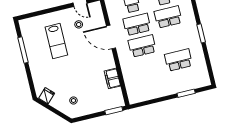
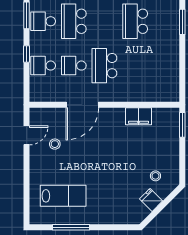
school desk: (137, 24) -> (74, 66), width x0.54
lab bench: (56, 41) -> (63, 196), moved
fridge: (47, 96) -> (151, 200), moved

